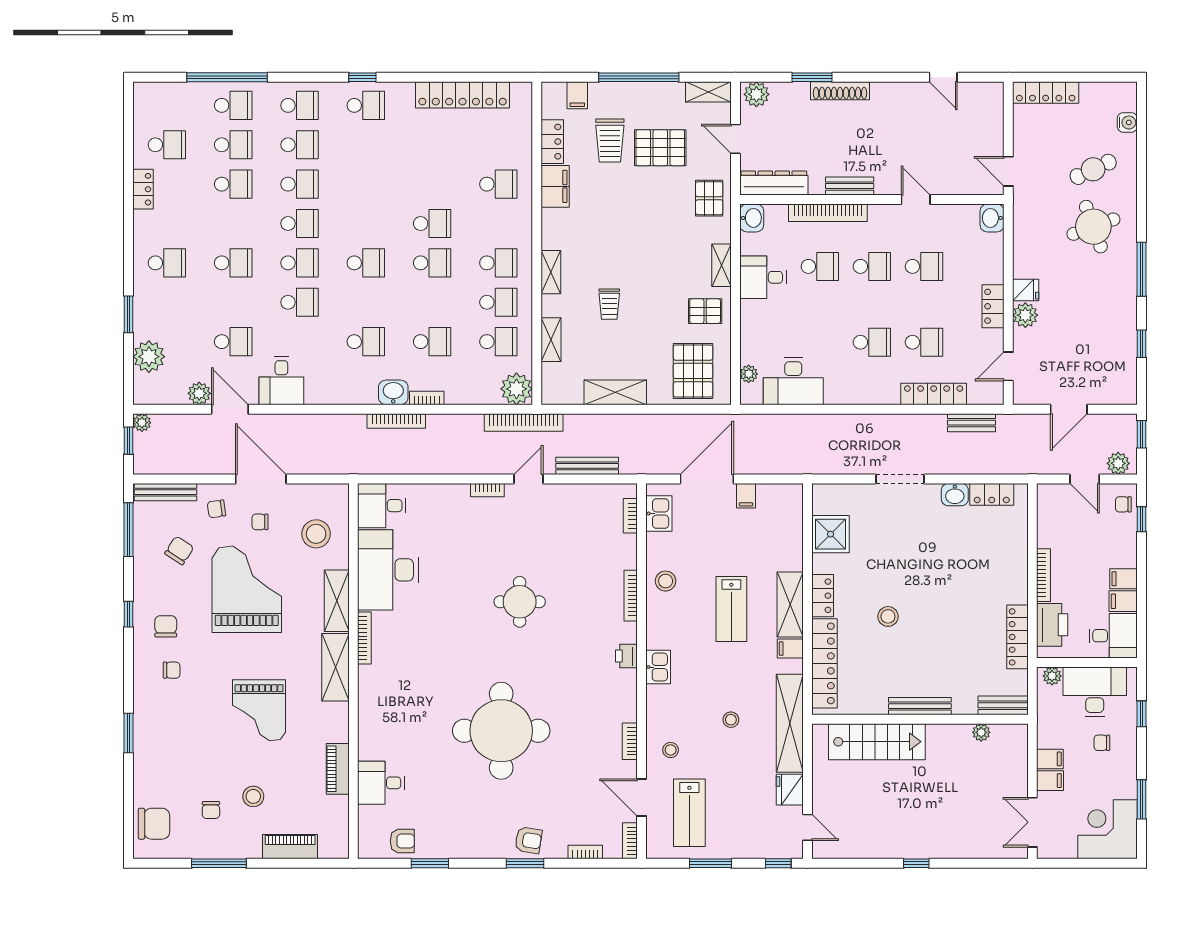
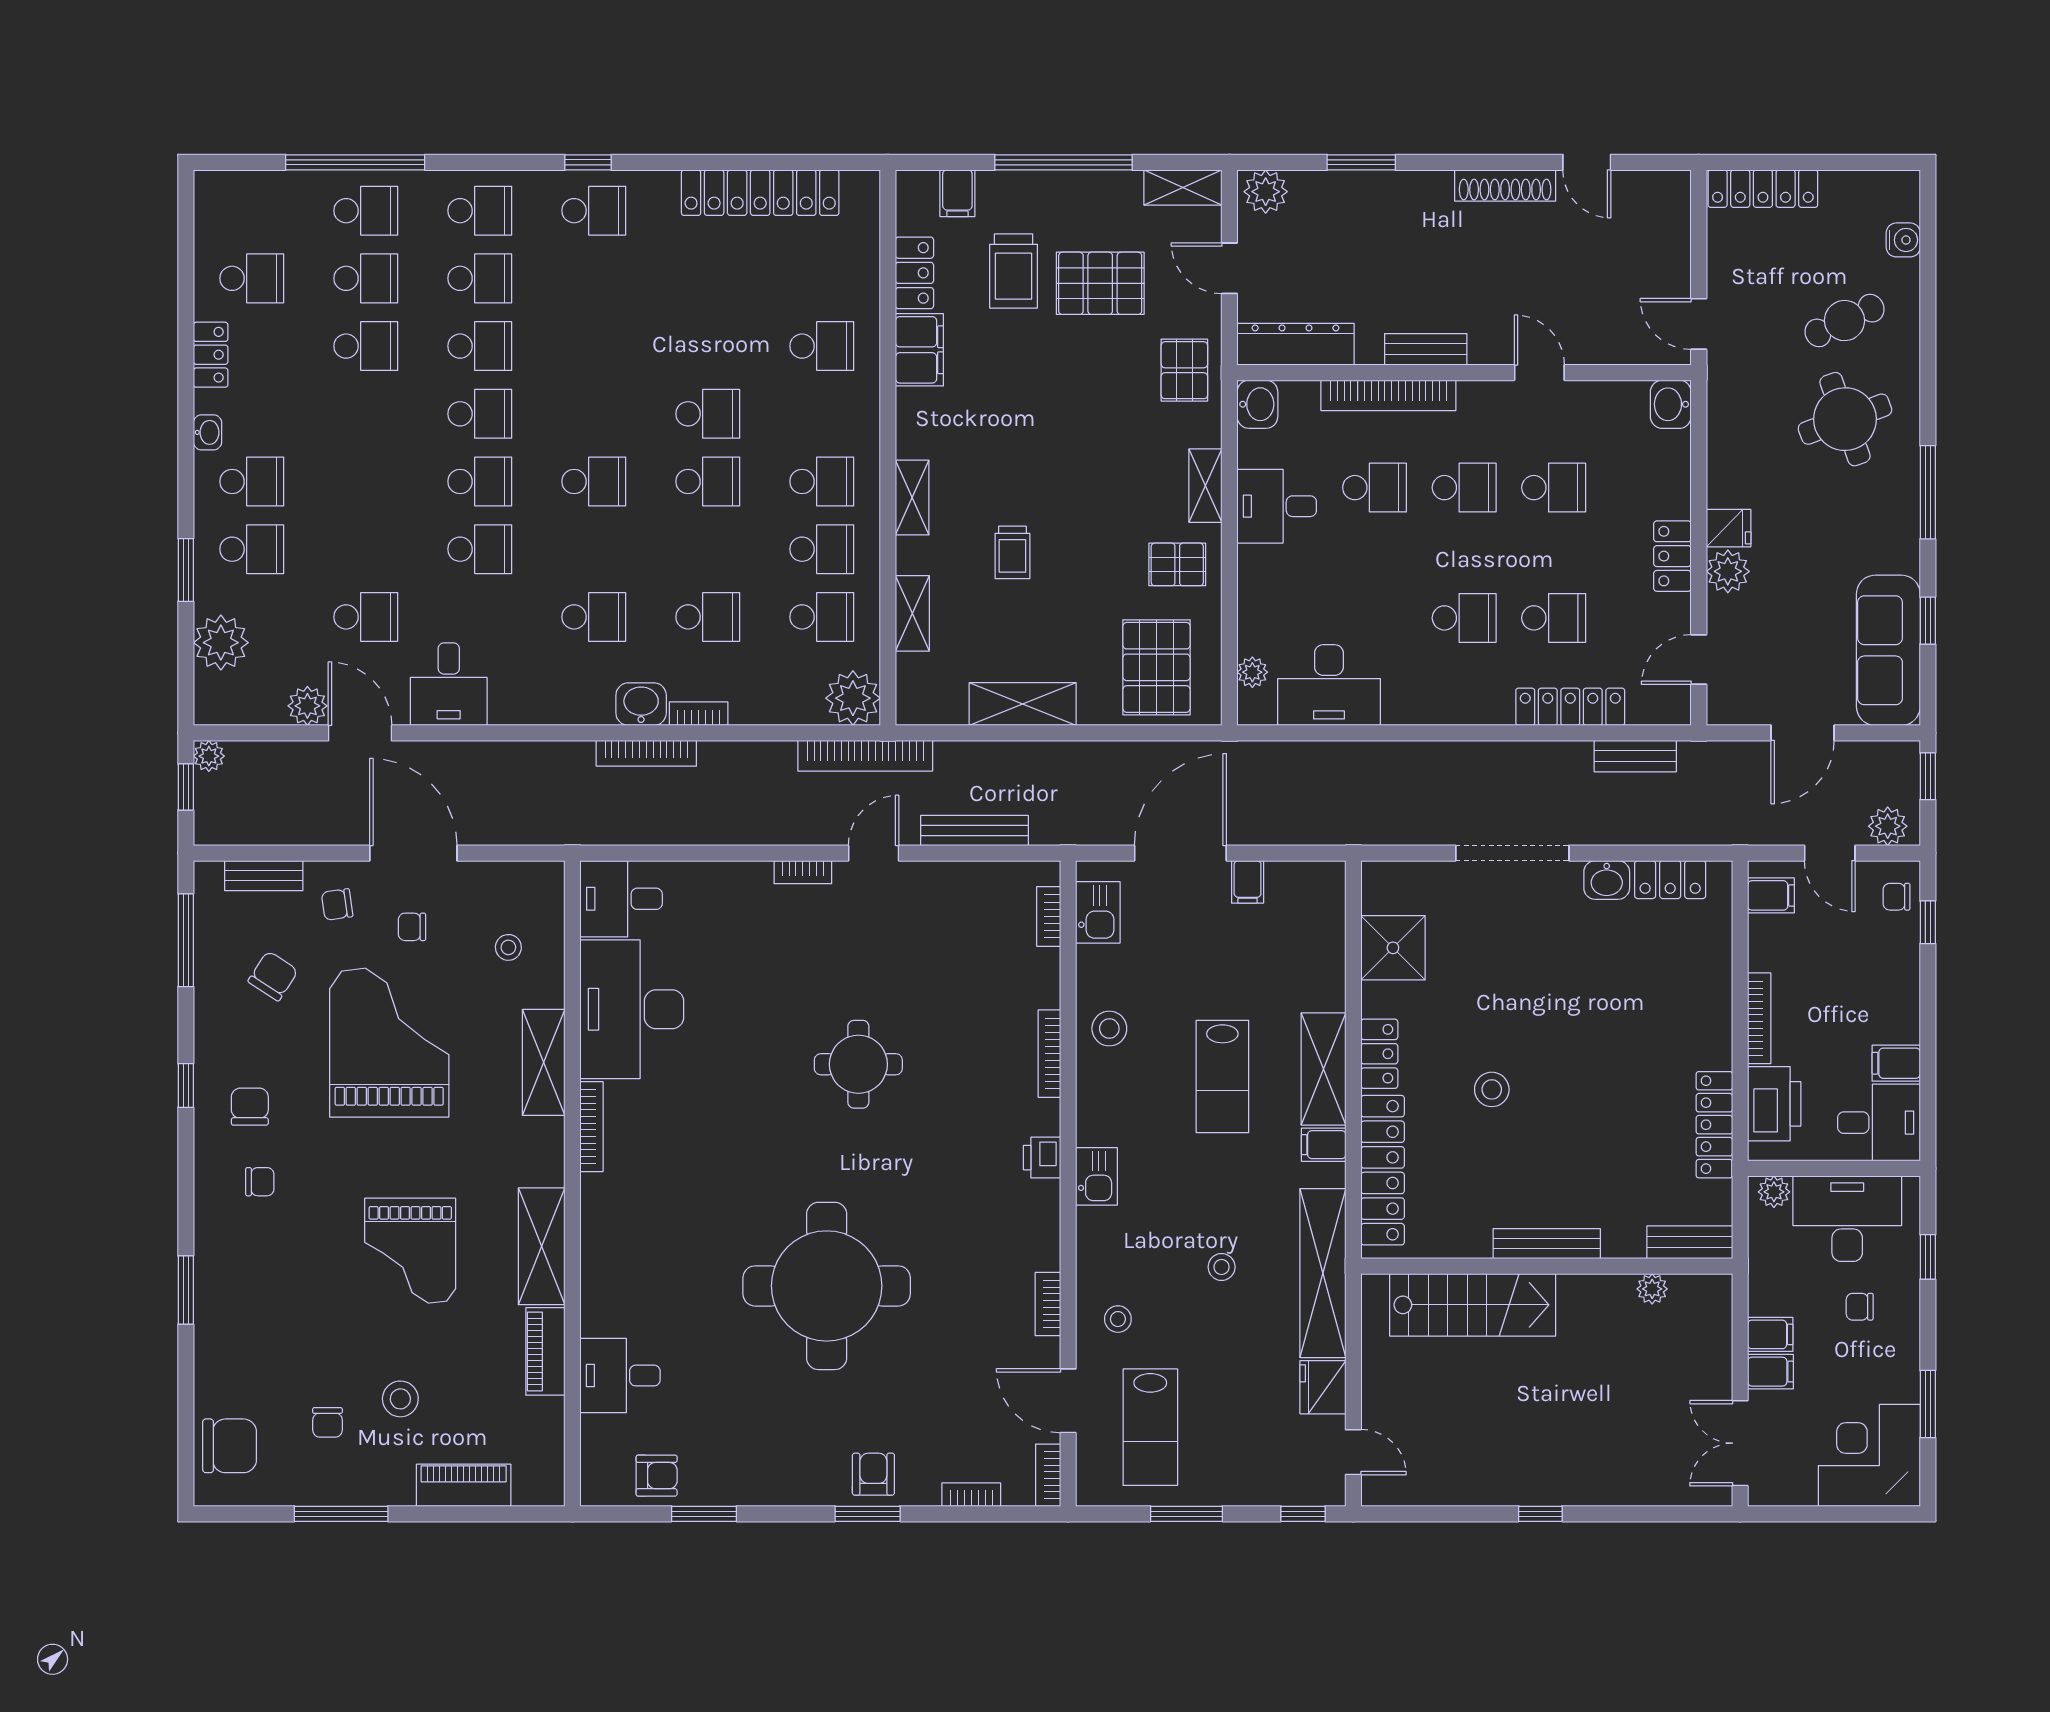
shoe rack: (840, 91) -> (1505, 185), moved
washbasin: (141, 234) -> (208, 432), added
school desk: (233, 263) -> (252, 549), moved
sofa: (1119, 361) -> (1888, 650), added
doorway: (900, 479) -> (1512, 853), width x1.36
bench: (166, 492) -> (264, 876), width x0.73
stool: (316, 534) -> (508, 947), width x0.53, depth x0.53
filing cabinet: (1124, 579) -> (1771, 895), moved, turned 180
shelving: (335, 667) -> (542, 1246), moved
armchair: (528, 840) -> (873, 1474), turned -99

